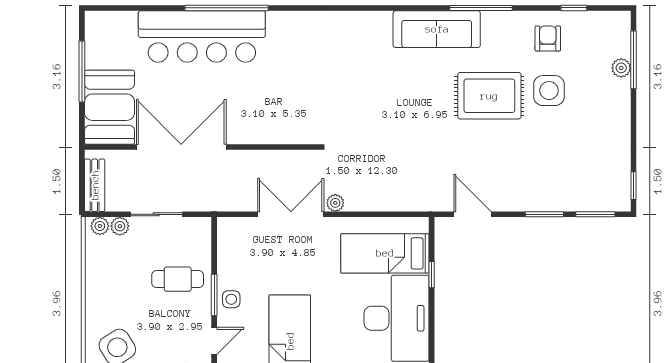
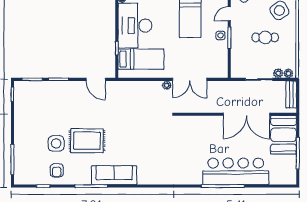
plant: (621, 68) -> (19, 155), removed
cafe table: (178, 279) -> (265, 37), moved

